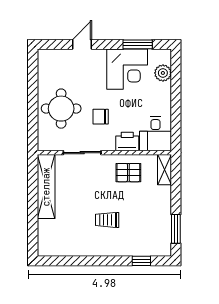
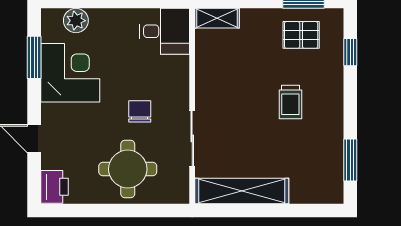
chair: (101, 117) -> (140, 111), turned 180
printer: (127, 141) -> (54, 187), moved, turned 180
pallet: (128, 173) -> (301, 35), moved, turned 90
window: (67, 261) -> (350, 160), added

